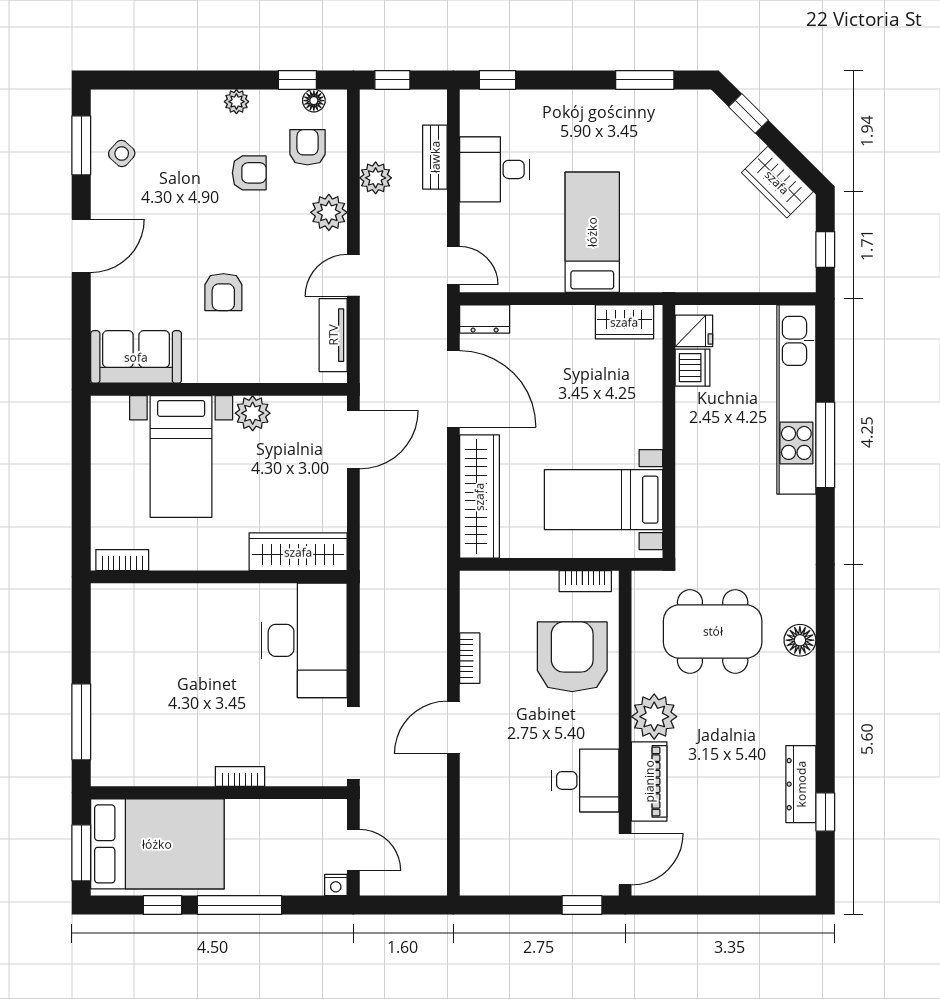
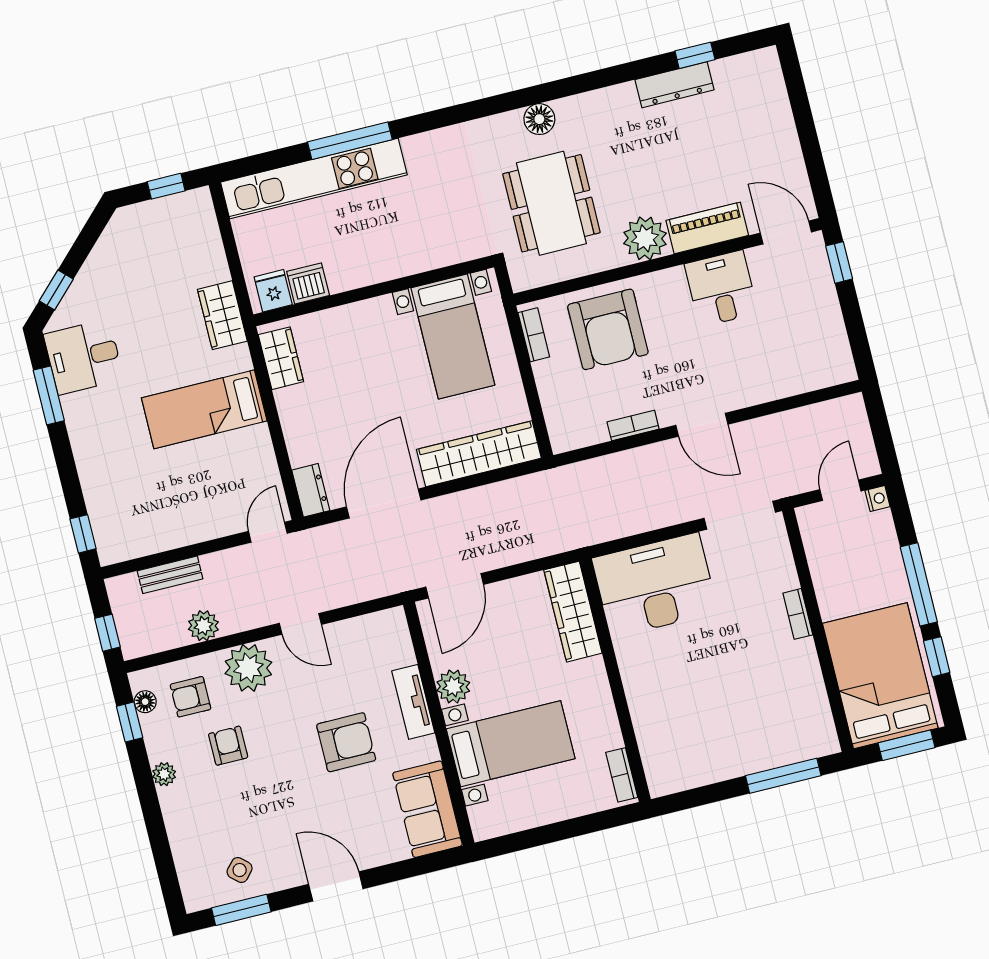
desk: (495, 169) -> (84, 357), moved, turned 90
wardrobe: (777, 182) -> (222, 315), moved, turned 135
plant: (329, 212) -> (248, 668), width x1.36, depth x1.36
armchair: (223, 292) -> (346, 742), width x1.38, depth x1.38
tv unit: (333, 335) -> (413, 702), moved, turned 90
door: (353, 440) -> (455, 586), swing flipped
armchair: (572, 657) -> (608, 329), turned -90

